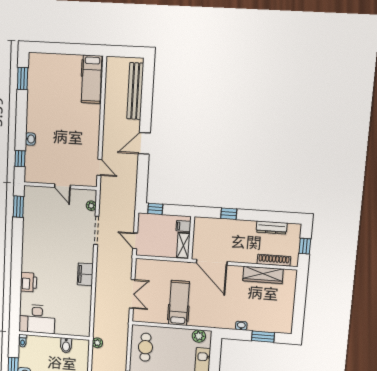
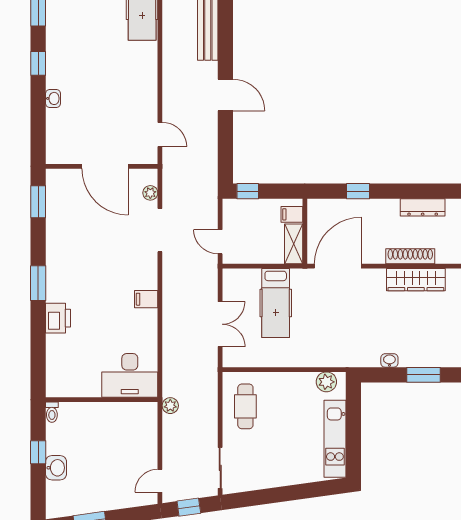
door: (144, 143) -> (225, 95), swing flipped
window: (20, 159) -> (38, 63), moved
door: (62, 186) -> (105, 166), width x1.88
window: (17, 259) -> (38, 283), added
shoe rack: (274, 260) -> (410, 256), moved
door: (212, 262) -> (338, 266), swing flipped
filing cabinet: (85, 274) -> (146, 299), width x0.50
hospital bed: (179, 303) -> (276, 303), moved, turned 180
desk: (37, 319) -> (130, 375), moved
bidet: (66, 345) -> (121, 414), removed

